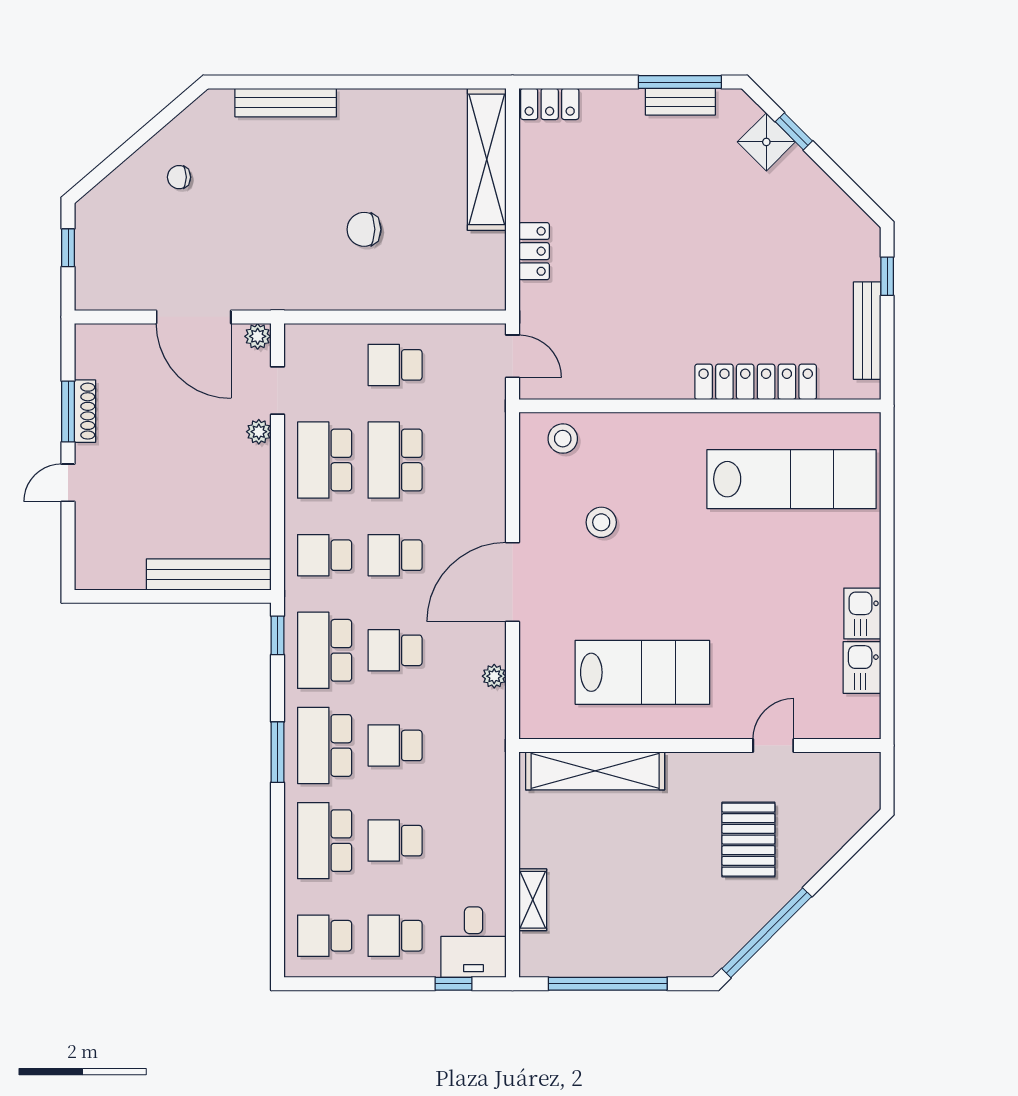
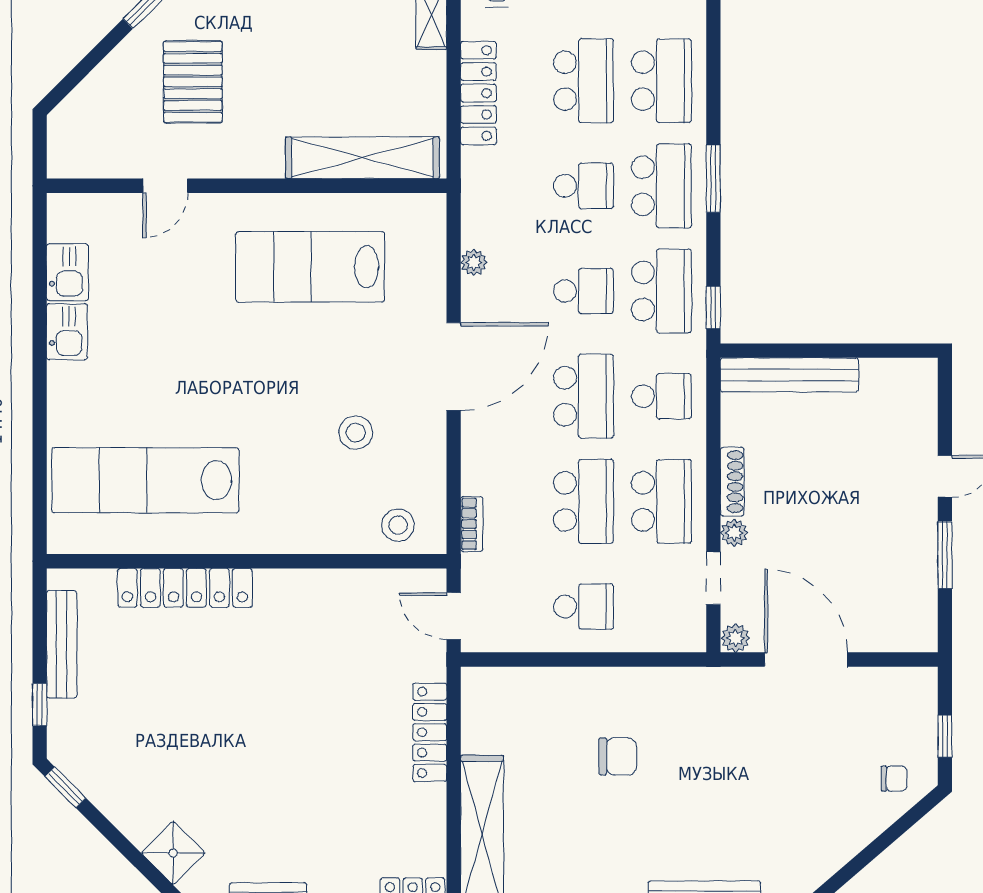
window: (794, 131) -> (65, 787), moved
chair: (179, 177) -> (894, 779), moved
locker: (534, 251) -> (430, 732), width x1.53
shoe rack: (85, 411) -> (732, 482), moved, turned 180
bookcase: (496, 440) -> (472, 524), added
school desk: (395, 555) -> (583, 396), width x1.85
locker: (490, 829) -> (478, 93), added
school desk: (395, 841) -> (583, 81), width x1.85

